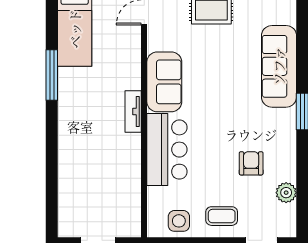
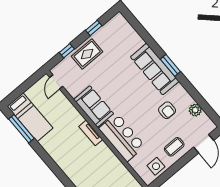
sofa: (279, 66) -> (155, 69), moved
window: (52, 75) -> (21, 129), moved
armchair: (251, 163) -> (167, 110), turned 180

